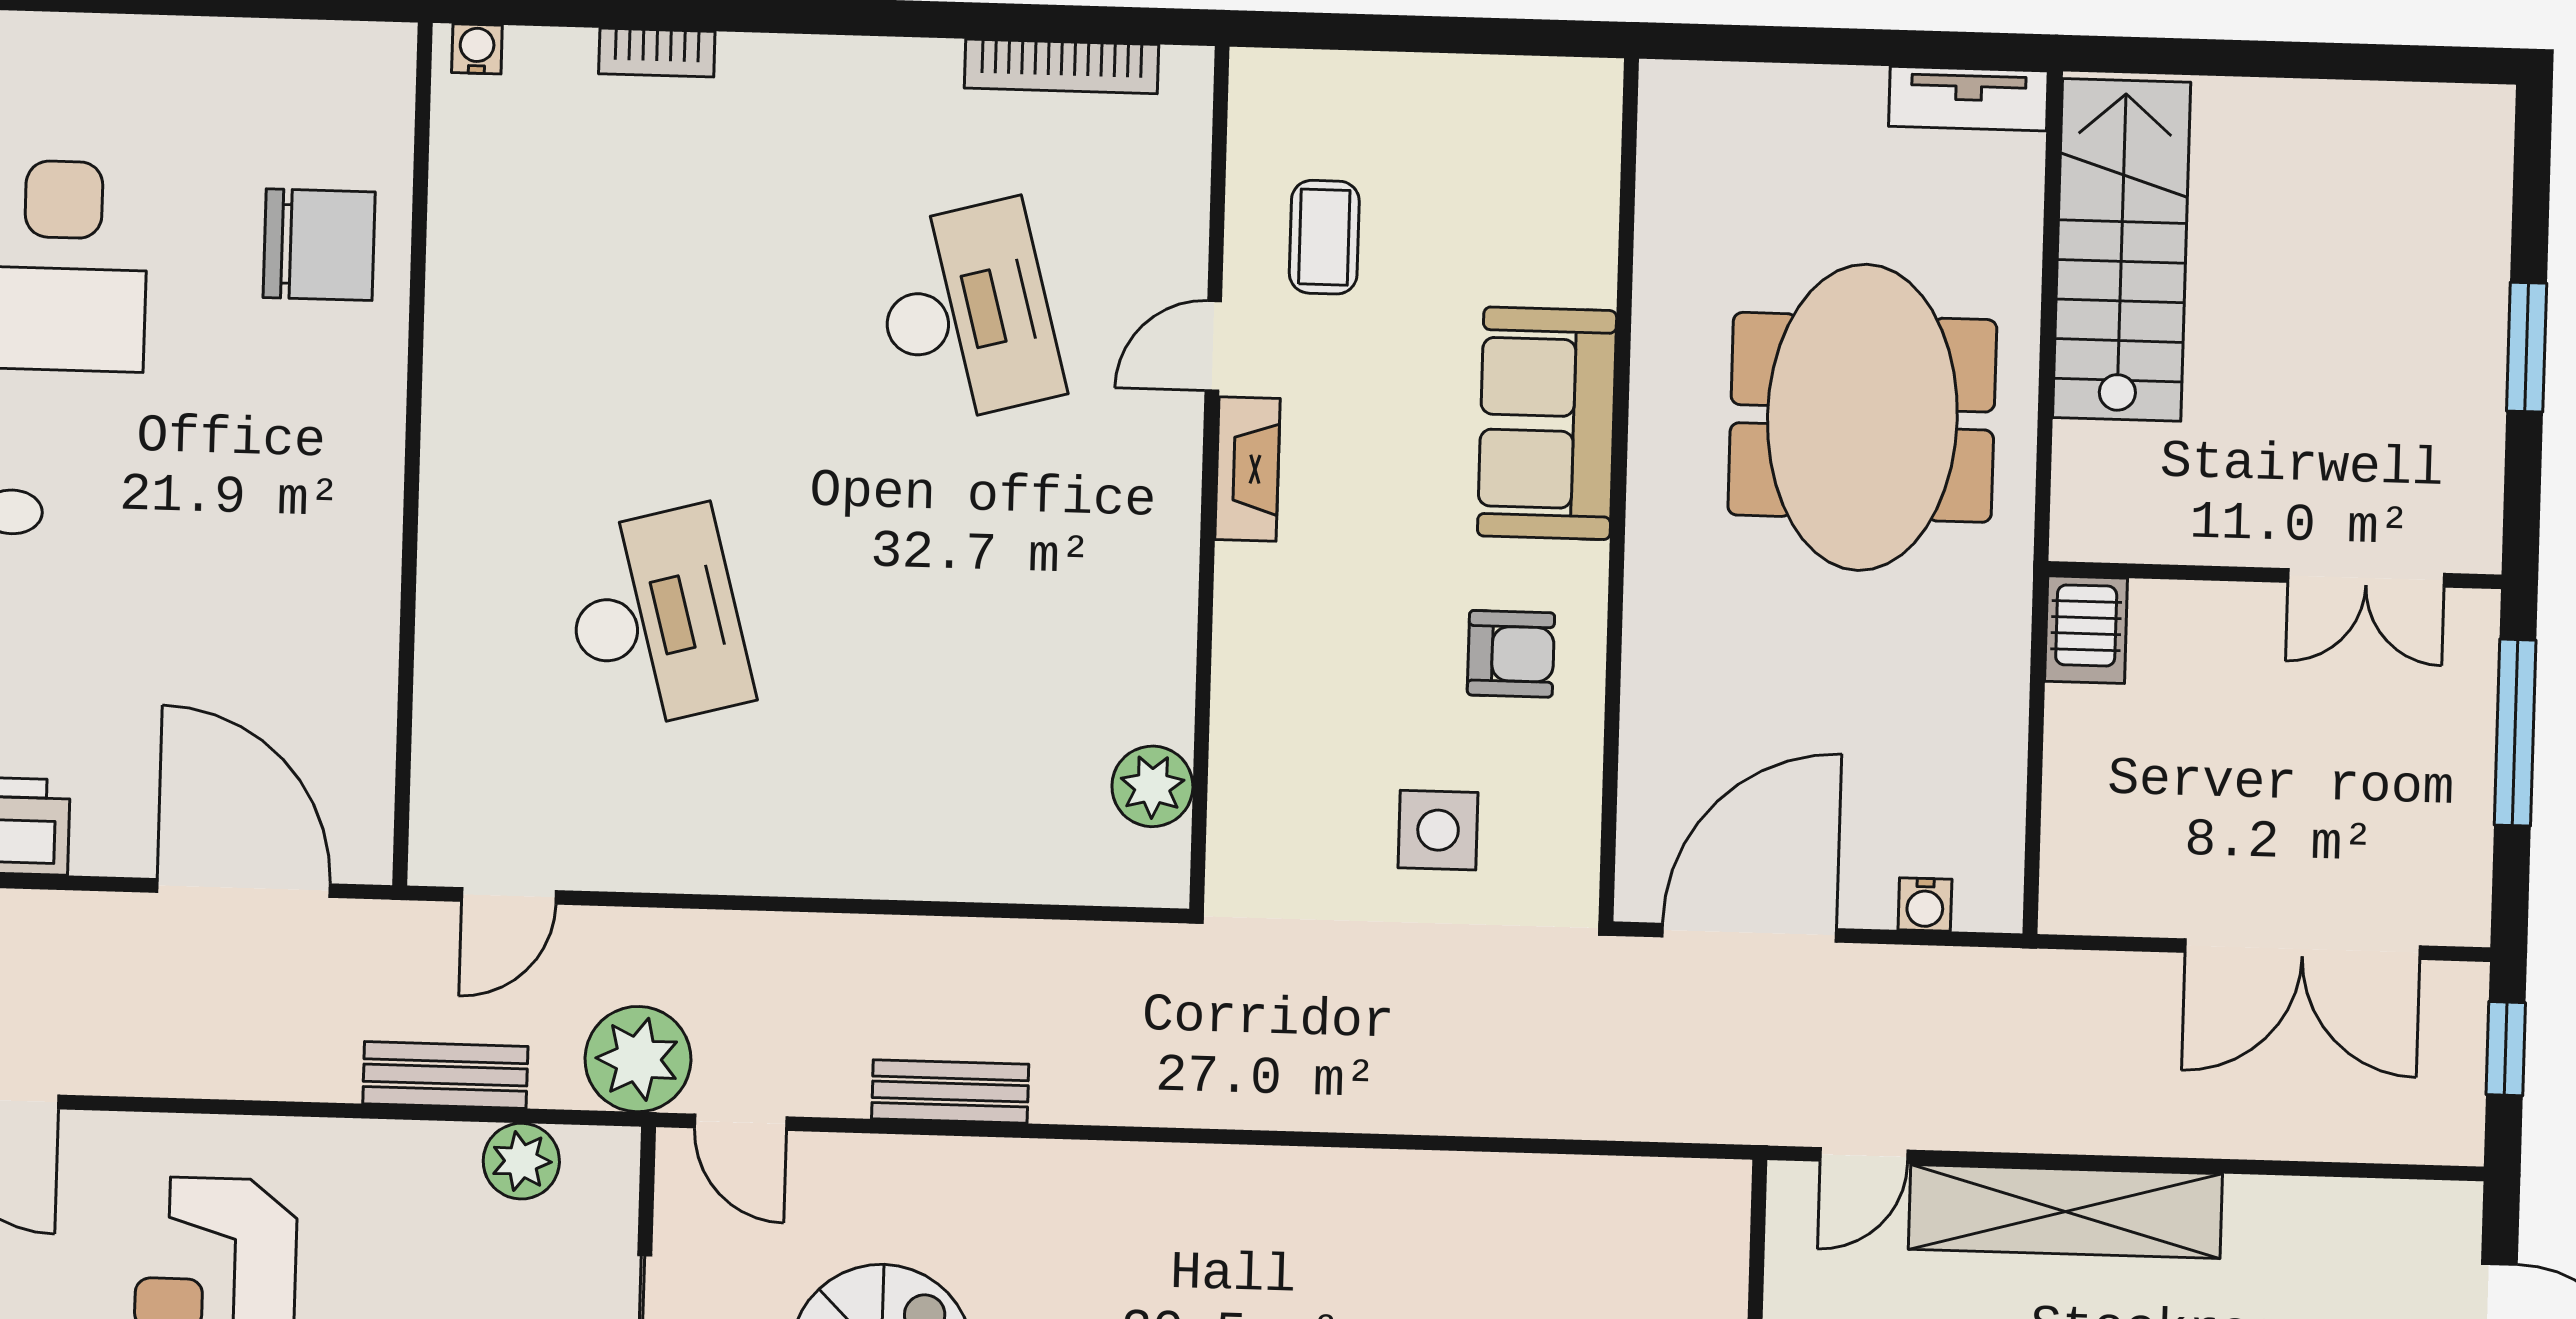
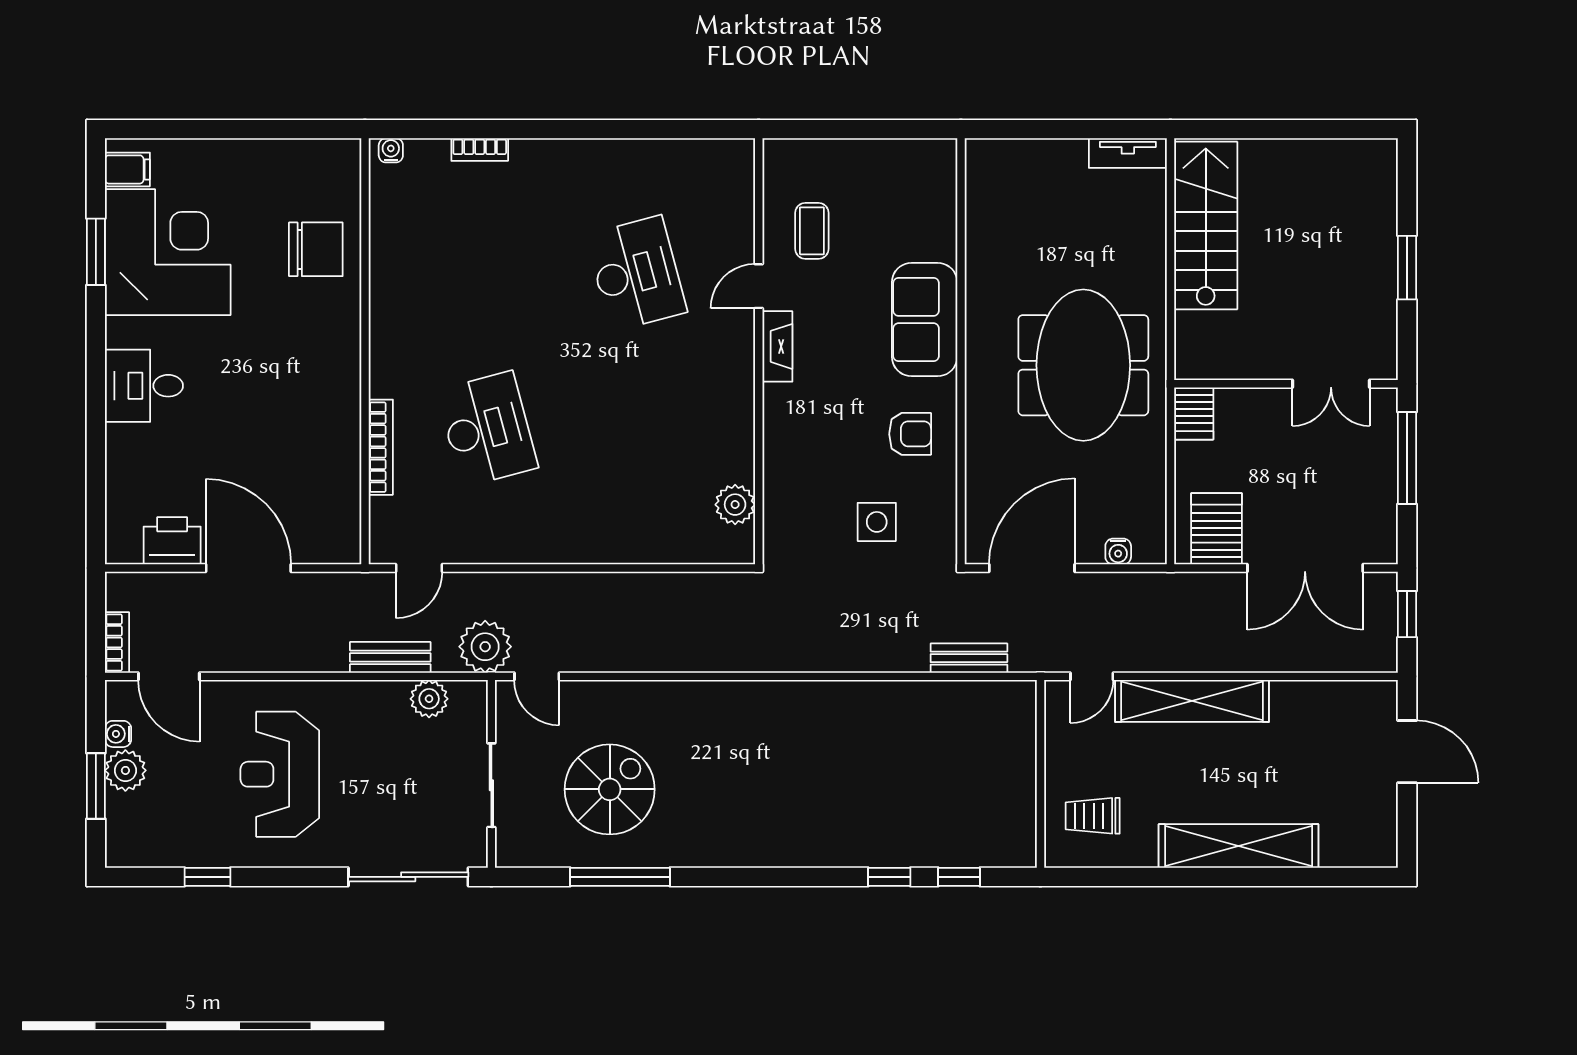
bookcase: (1061, 66) -> (381, 447), moved, turned -90
meeting table: (1862, 417) -> (1083, 365), moved
server rack: (2125, 864) -> (1216, 529), added
door: (244, 888) -> (248, 568), moved
bench: (950, 1092) -> (969, 658), moved

